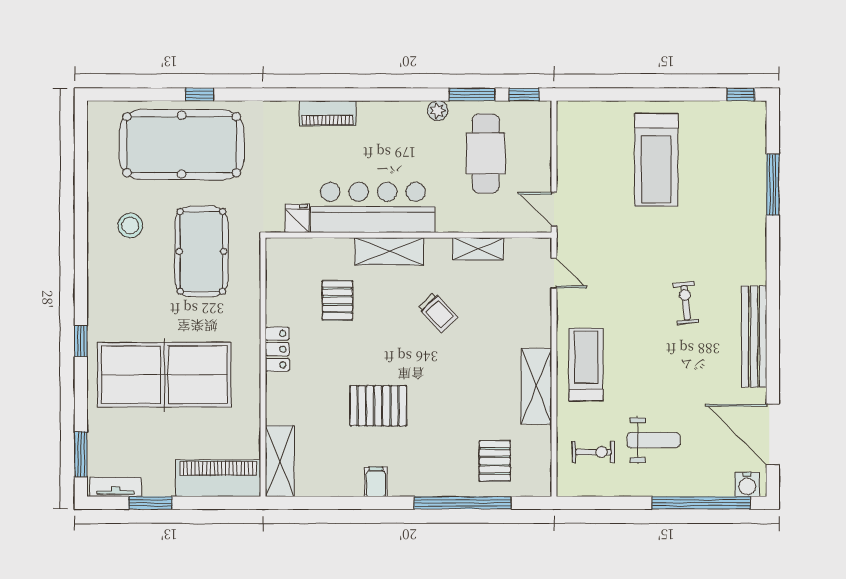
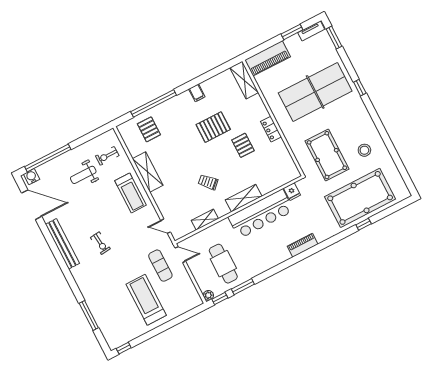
plant: (438, 111) -> (208, 295), moved
exercise mat: (600, 208) -> (160, 266), added
pallet: (337, 300) -> (243, 145), moved

